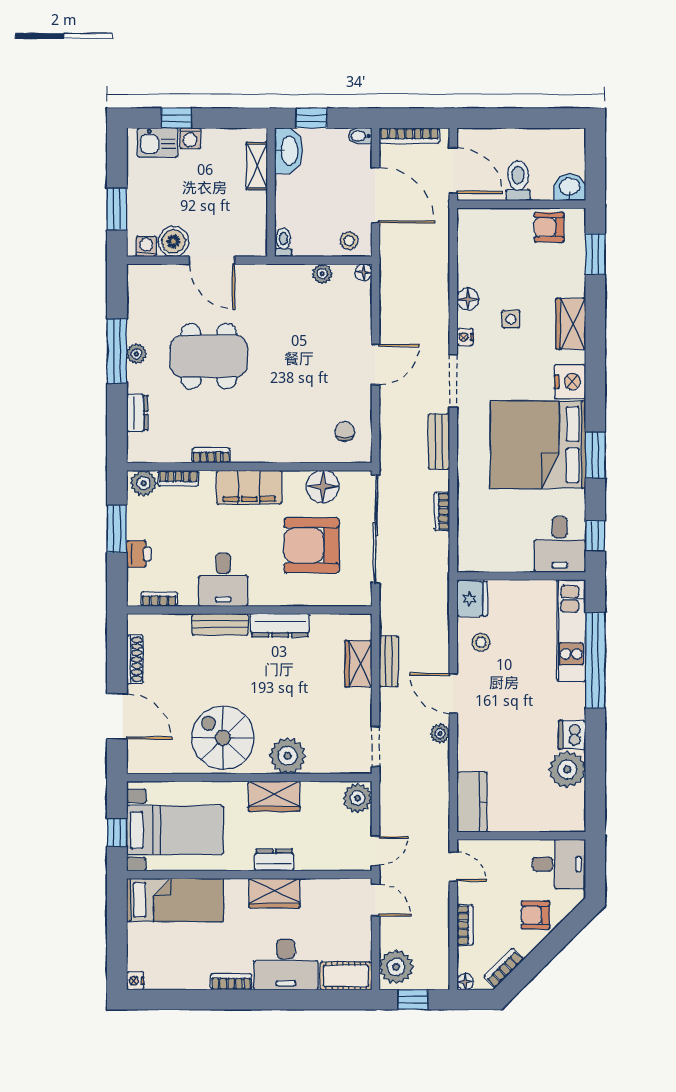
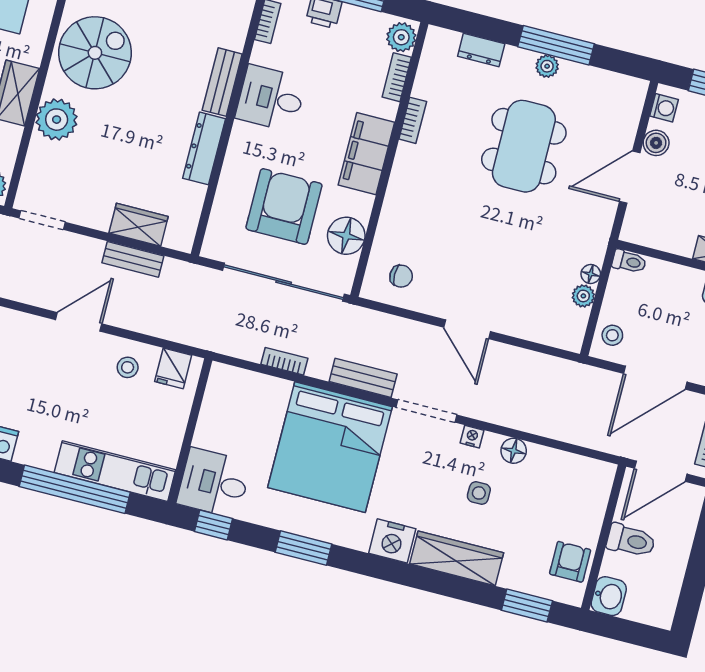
boiler: (173, 241) -> (656, 143), width x0.73, depth x0.73
floor lamp: (363, 272) -> (591, 274), moved
wardrobe: (571, 324) -> (457, 558), width x1.50
bed: (538, 445) -> (330, 447), moved, turned 180
fridge: (472, 599) -> (173, 368), width x0.72
plant: (440, 733) -> (38, 296), removed

